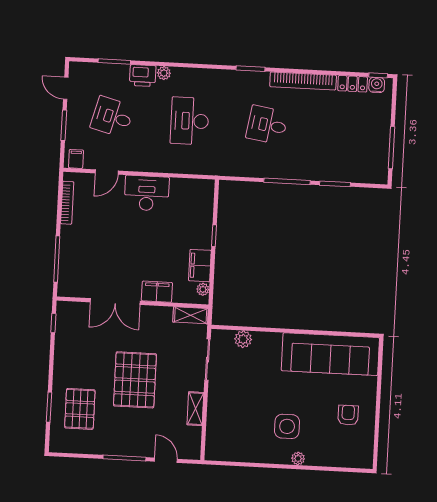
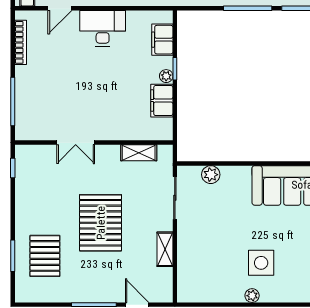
plant: (203, 289) -> (166, 76), moved
filing cabinet: (157, 292) -> (162, 40), moved, turned -90
double door: (115, 302) -> (76, 143), width x0.73
shelving: (191, 315) -> (139, 153), moved
plant: (298, 459) -> (252, 296), moved

